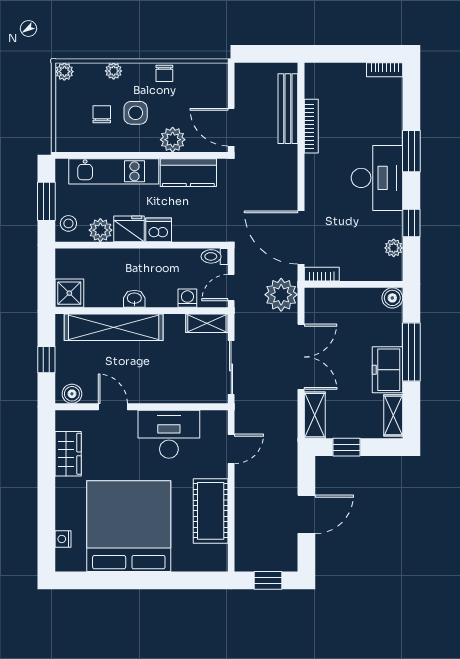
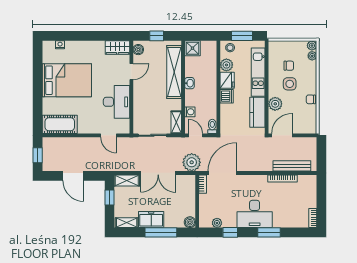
plant: (114, 71) -> (312, 56), moved
wardrobe: (68, 454) -> (117, 48), moved
cot: (211, 511) -> (60, 124), moved
bed: (129, 526) -> (67, 80), width x0.73

